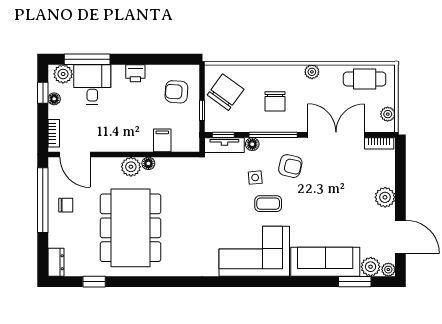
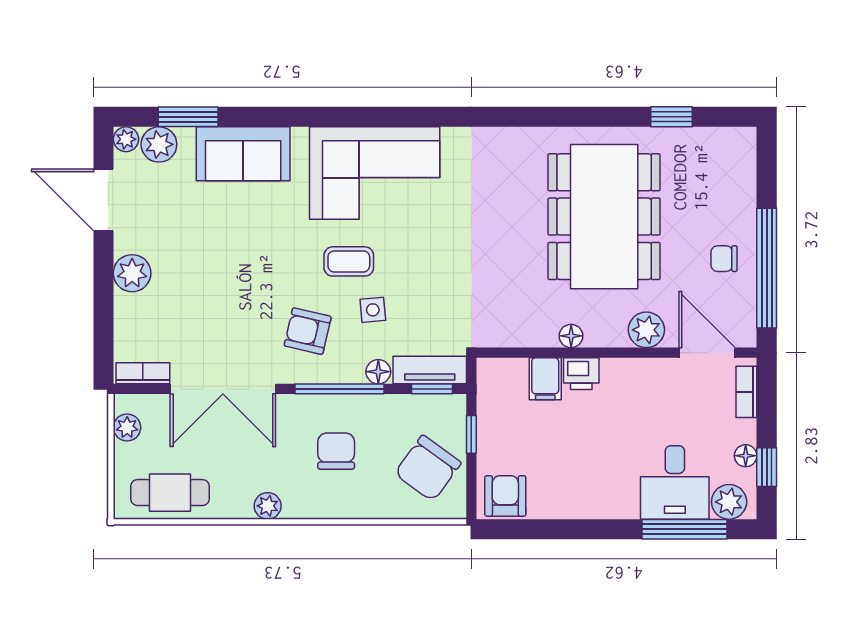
printer: (135, 73) -> (581, 374), moved, turned 180
armchair: (176, 92) -> (505, 496), moved, turned -94
plant: (131, 167) -> (646, 330), moved
dresser: (56, 262) -> (742, 153), removed
sofa: (325, 262) -> (243, 154), width x0.73

